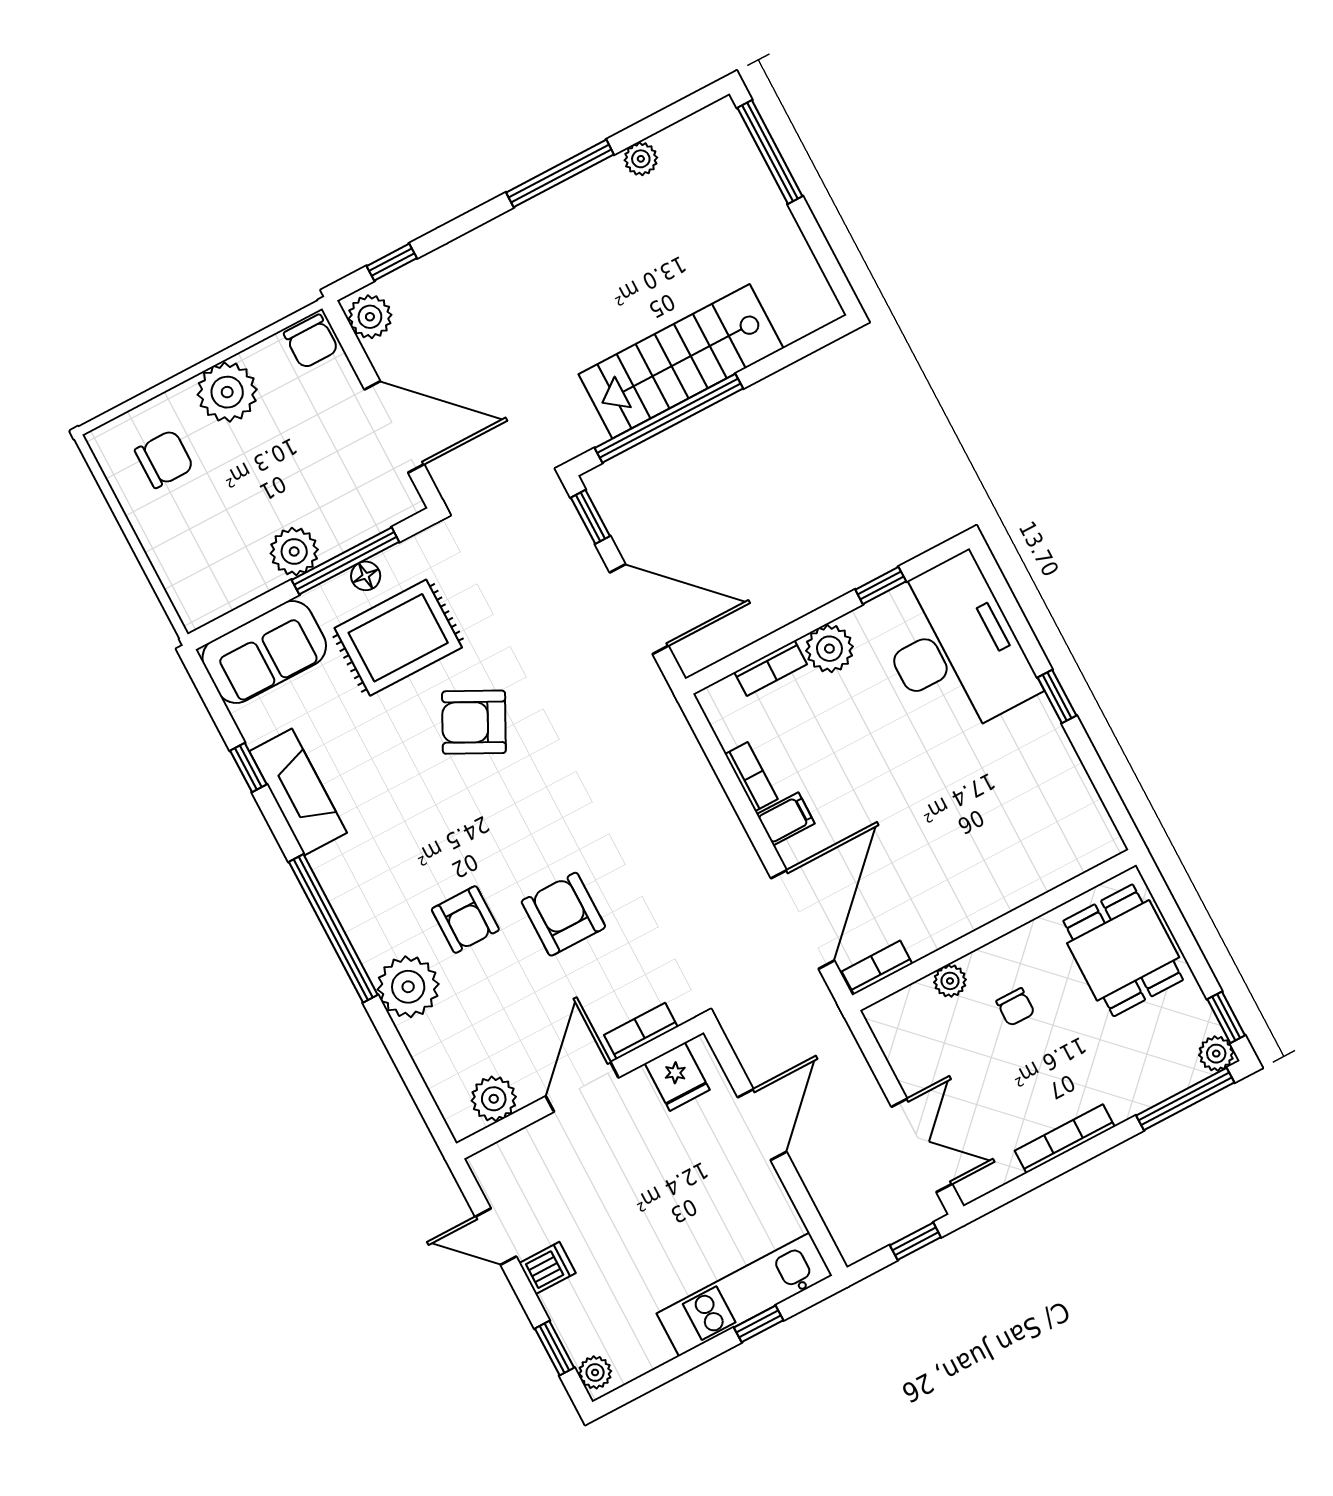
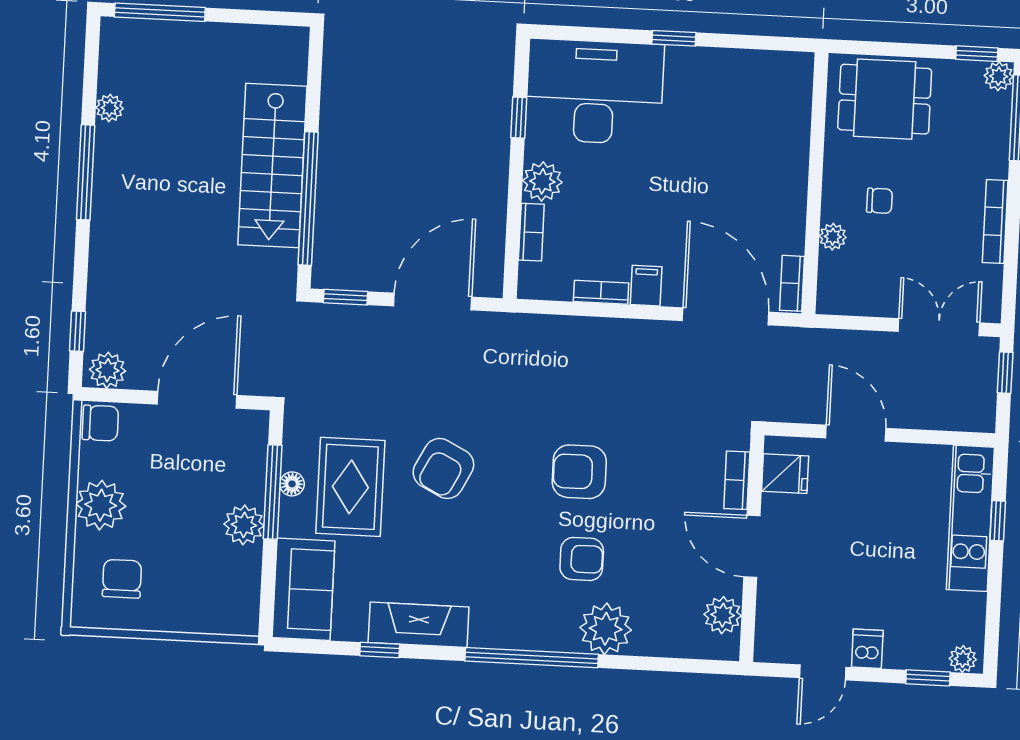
armchair: (563, 914) -> (579, 472), moved

